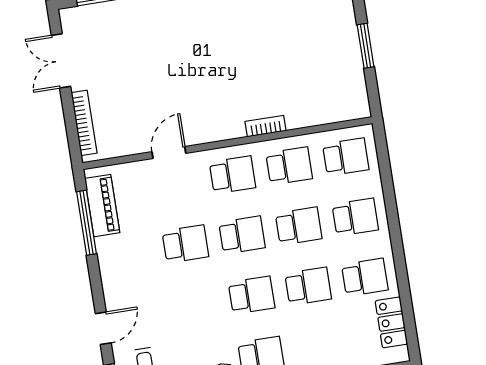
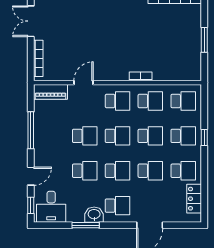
piano: (102, 206) -> (51, 92), moved, turned 90
window: (392, 214) -> (204, 138), added
window: (87, 223) -> (31, 130), moved
school desk: (195, 304) -> (85, 171), added

